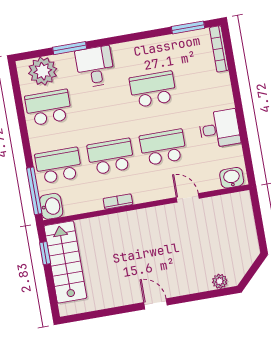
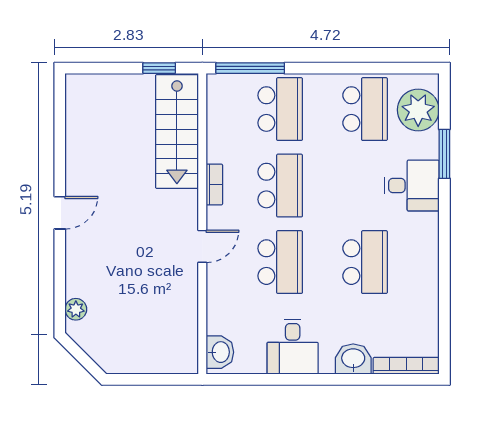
window: (188, 27) -> (444, 327), removed
door: (188, 198) -> (202, 246), moved
washbasin: (51, 206) -> (353, 359), moved, turned 180
stairs: (65, 262) -> (177, 131), moved, turned 90

